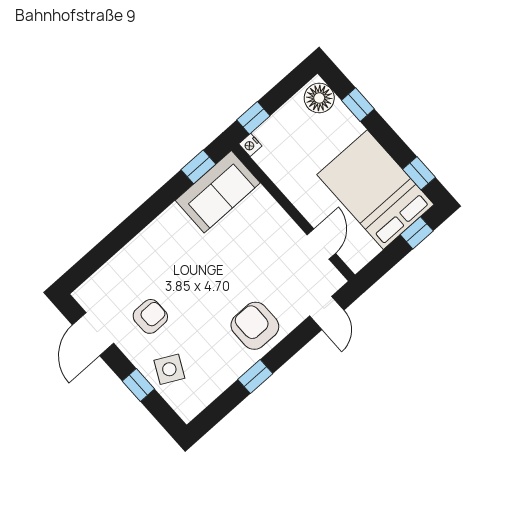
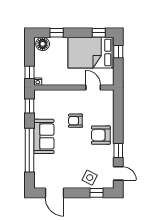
sofa: (218, 192) -> (44, 136), moved
window: (126, 231) -> (29, 150), added
door: (327, 313) -> (118, 173), moved
armchair: (150, 316) -> (75, 121), moved, turned -90
window: (138, 385) -> (96, 193), moved

